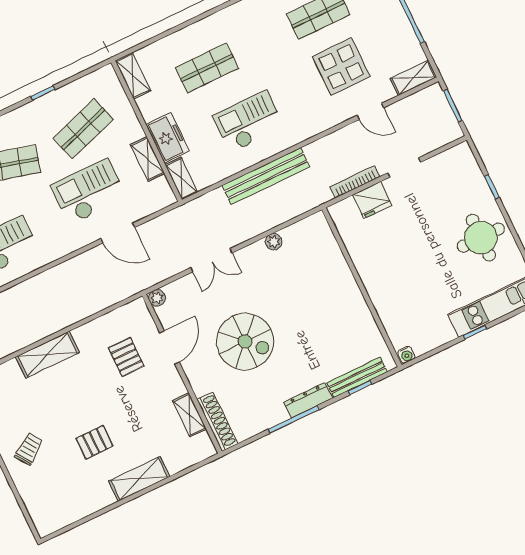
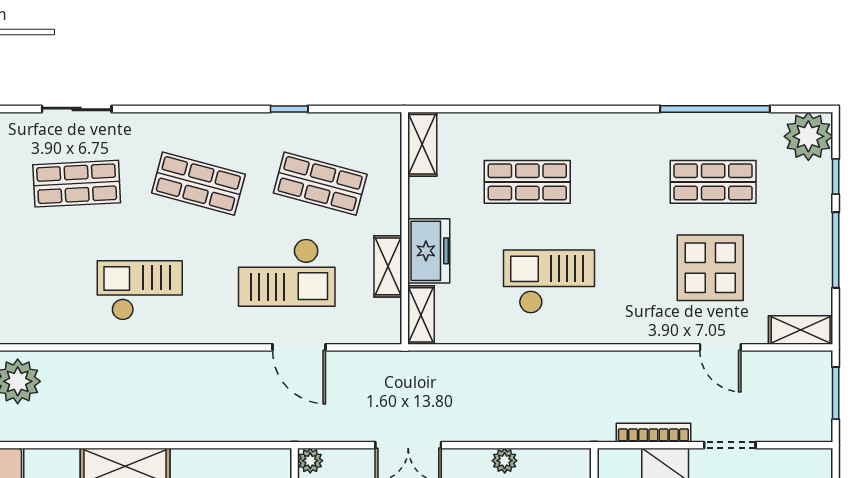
shop shelf: (83, 129) -> (320, 184), turned 33
bench: (266, 176) -> (537, 367), removed
checkout: (89, 192) -> (287, 273), turned 180

